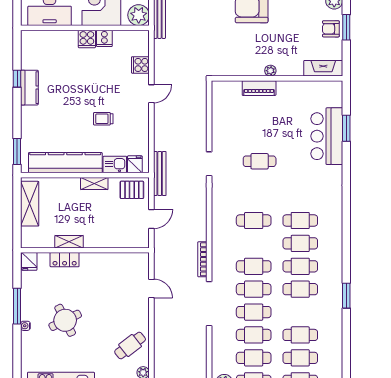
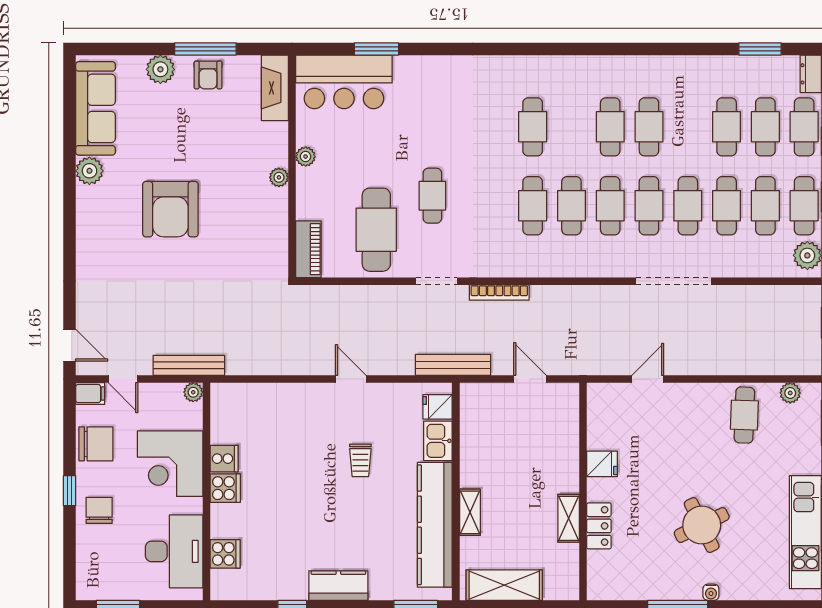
plant: (139, 15) -> (193, 392), width x0.53, depth x0.53
window: (346, 27) -> (205, 49), width x1.44
cooker: (140, 65) -> (225, 554), moved, turned -90
plant: (283, 86) -> (306, 157), added
kitchen counter: (29, 88) -> (338, 586), moved
piano: (259, 88) -> (308, 249), moved
door: (151, 94) -> (351, 379), moved
cafe table: (240, 128) -> (376, 230), added
bar counter: (327, 136) -> (344, 82), moved
shelving: (94, 183) -> (470, 512), moved
pallet: (132, 190) -> (481, 412), removed
cafe table: (300, 243) -> (571, 206), moved
bookcase: (202, 259) -> (499, 293), moved
fridge: (29, 261) -> (602, 464), moved
window: (346, 296) -> (760, 49), moved
cafe table: (130, 346) -> (744, 415), turned 40

